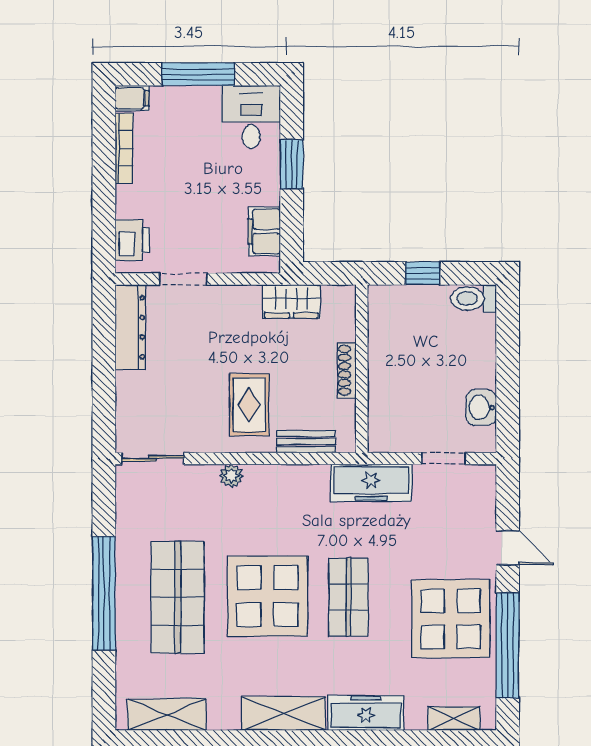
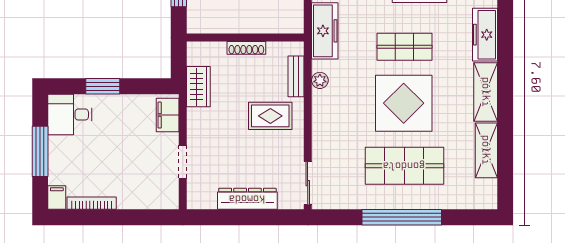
filing cabinet: (264, 231) -> (168, 115), moved, turned 90
printer: (132, 240) -> (156, 197), removed
dresser: (130, 327) -> (247, 199), moved
plant: (231, 476) -> (320, 80), moved
shelving: (167, 715) -> (486, 150), moved

